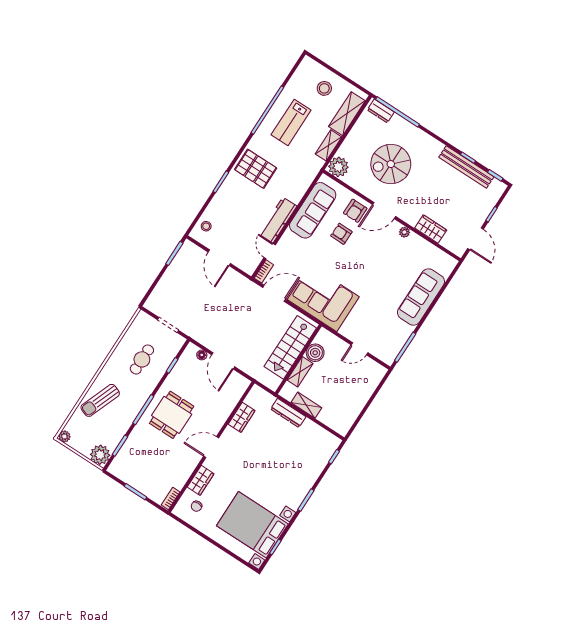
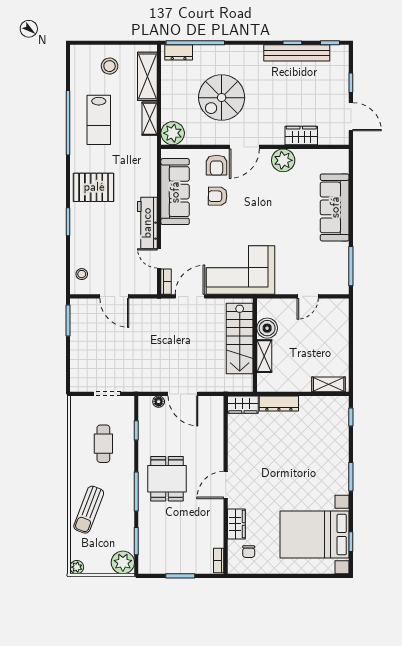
plant: (404, 232) -> (283, 160), width x1.87, depth x1.87
shelving: (306, 405) -> (329, 384), moved
wardrobe: (242, 417) -> (243, 405), moved, turned 90

